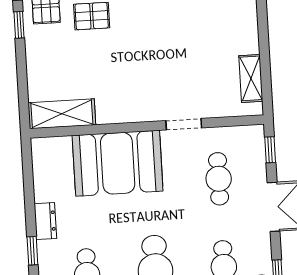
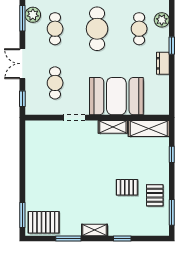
window: (19, 25) -> (172, 154), moved
shelving: (251, 78) -> (113, 127), moved, turned 90

